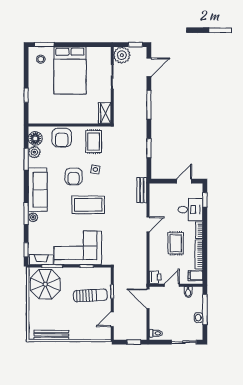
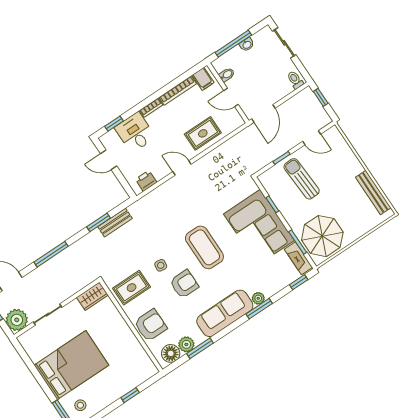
bench: (142, 190) -> (115, 223), moved
rug: (176, 243) -> (203, 133), moved
printer: (155, 277) -> (146, 181), moved

